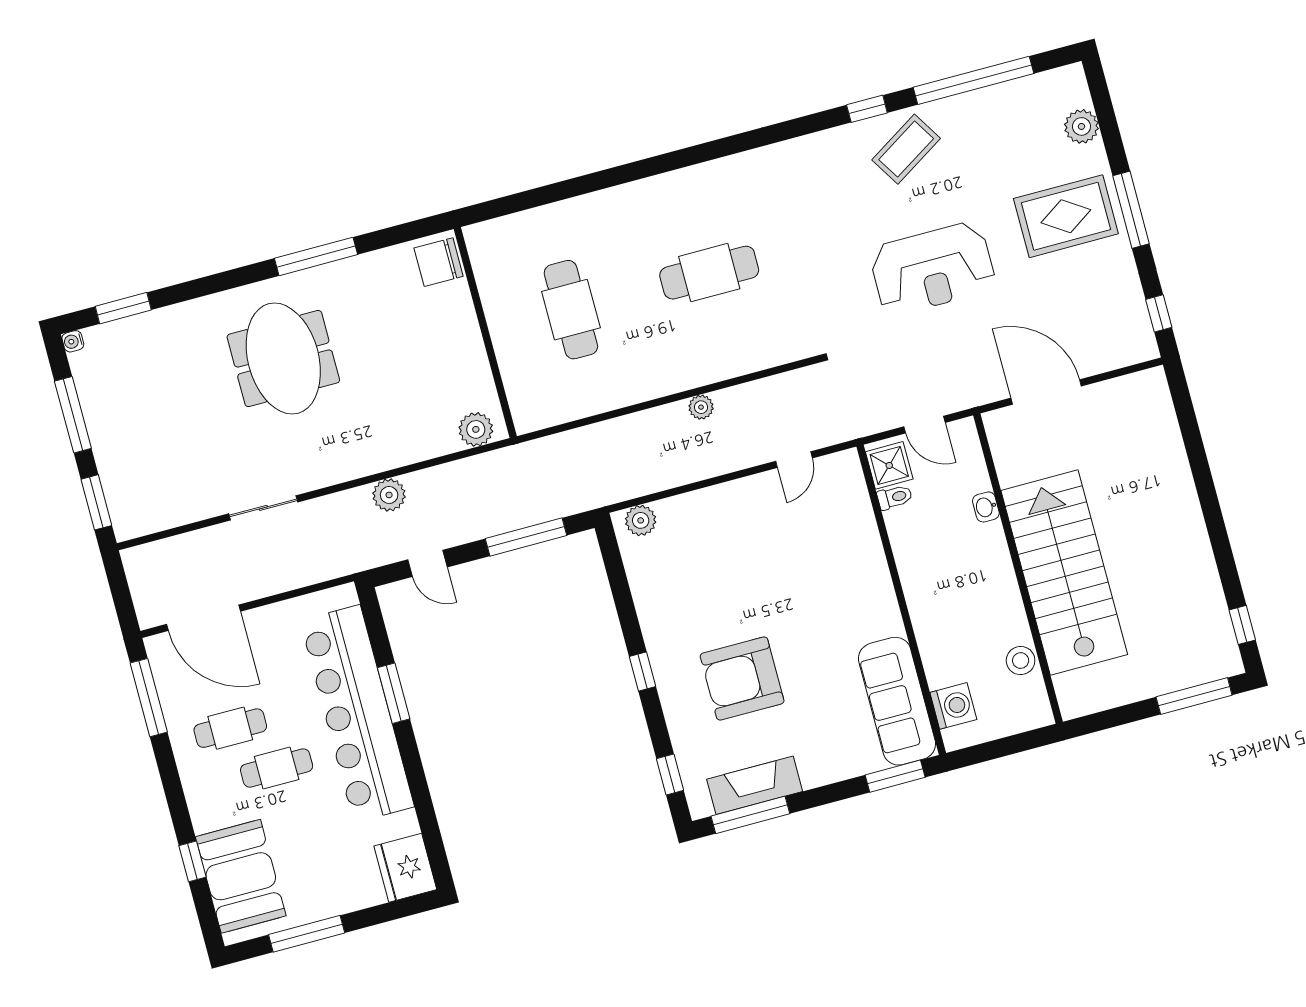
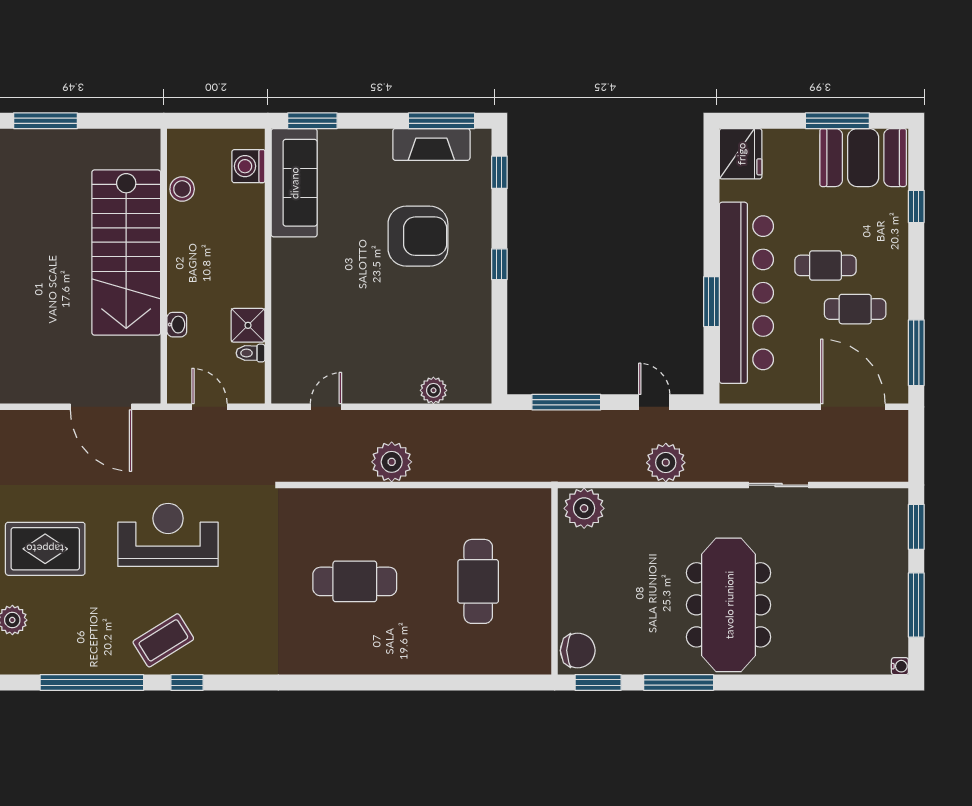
window: (123, 308) -> (598, 683), moved
meeting table: (283, 359) -> (729, 605), width x1.36
plant: (701, 407) -> (392, 462), width x1.87, depth x1.87
plant: (476, 429) -> (584, 508), width x1.36, depth x1.36
shower: (889, 465) -> (248, 325), moved
plant: (389, 495) -> (666, 463), width x1.36, depth x1.36
plant: (641, 520) -> (433, 390), moved
booth: (241, 876) -> (863, 158), moved, turned 90

